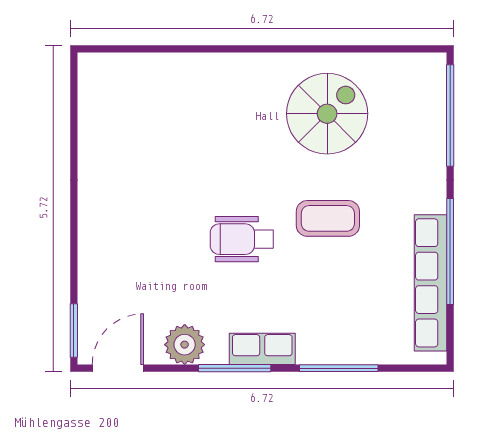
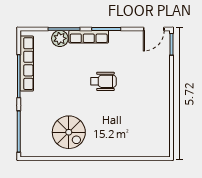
spiral stairs: (327, 114) -> (69, 132), turned -90
coffee table: (328, 218) -> (68, 90), removed
plant: (185, 345) -> (60, 38), moved
row of seats: (262, 349) -> (89, 37), width x1.48

